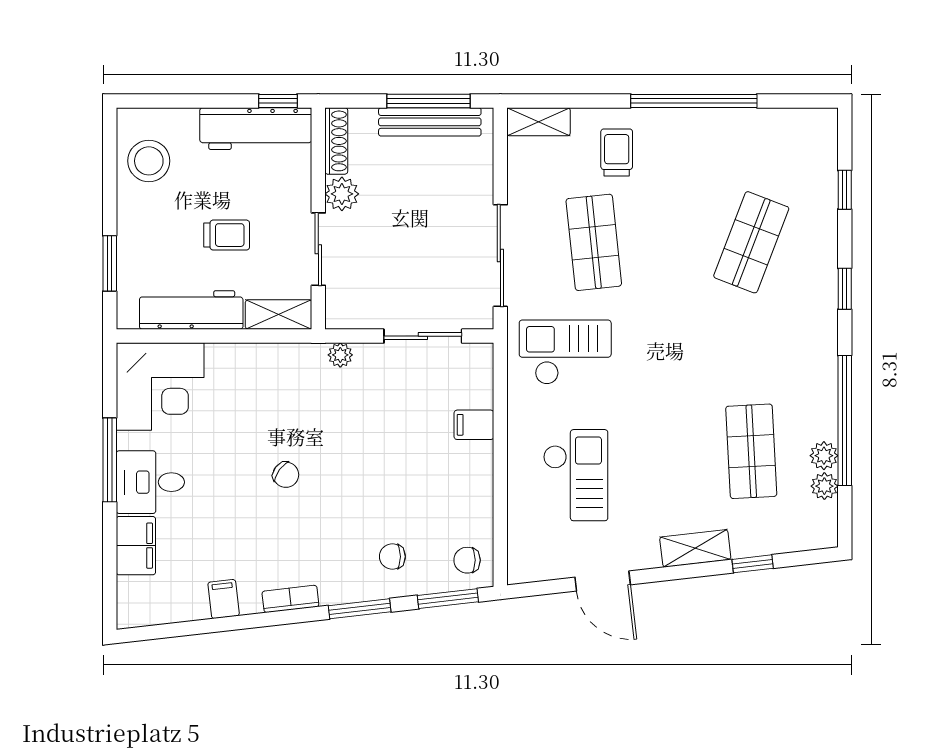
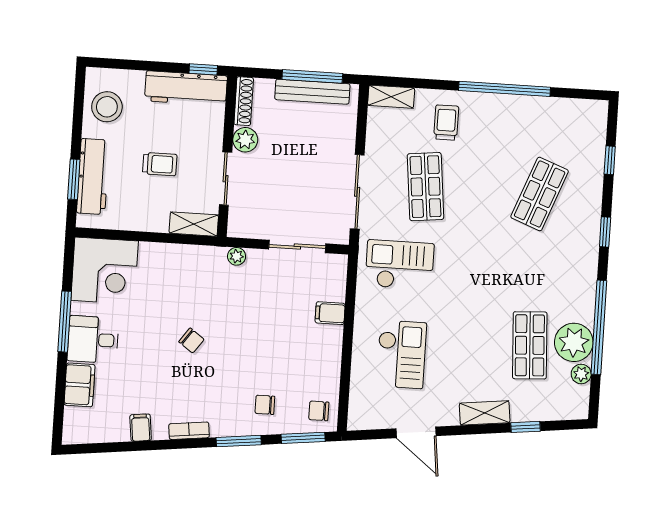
workbench: (191, 310) -> (93, 177), moved, turned 90
plant: (824, 456) -> (574, 342), width x1.87, depth x1.87

